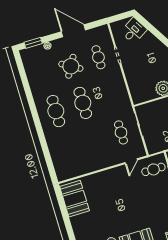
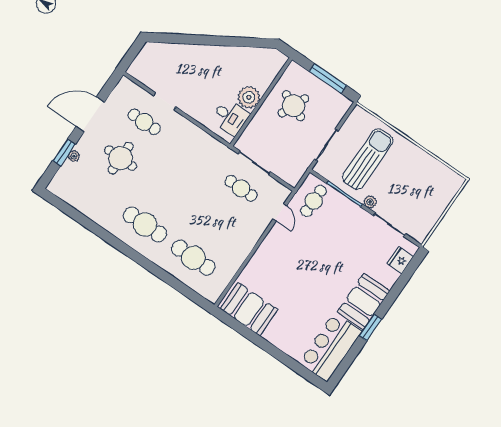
desk: (134, 31) -> (230, 117), moved, turned 122
window: (33, 43) -> (64, 153), moved
round table: (71, 66) -> (121, 158), turned -30
cafe table: (83, 103) -> (193, 258), moved

